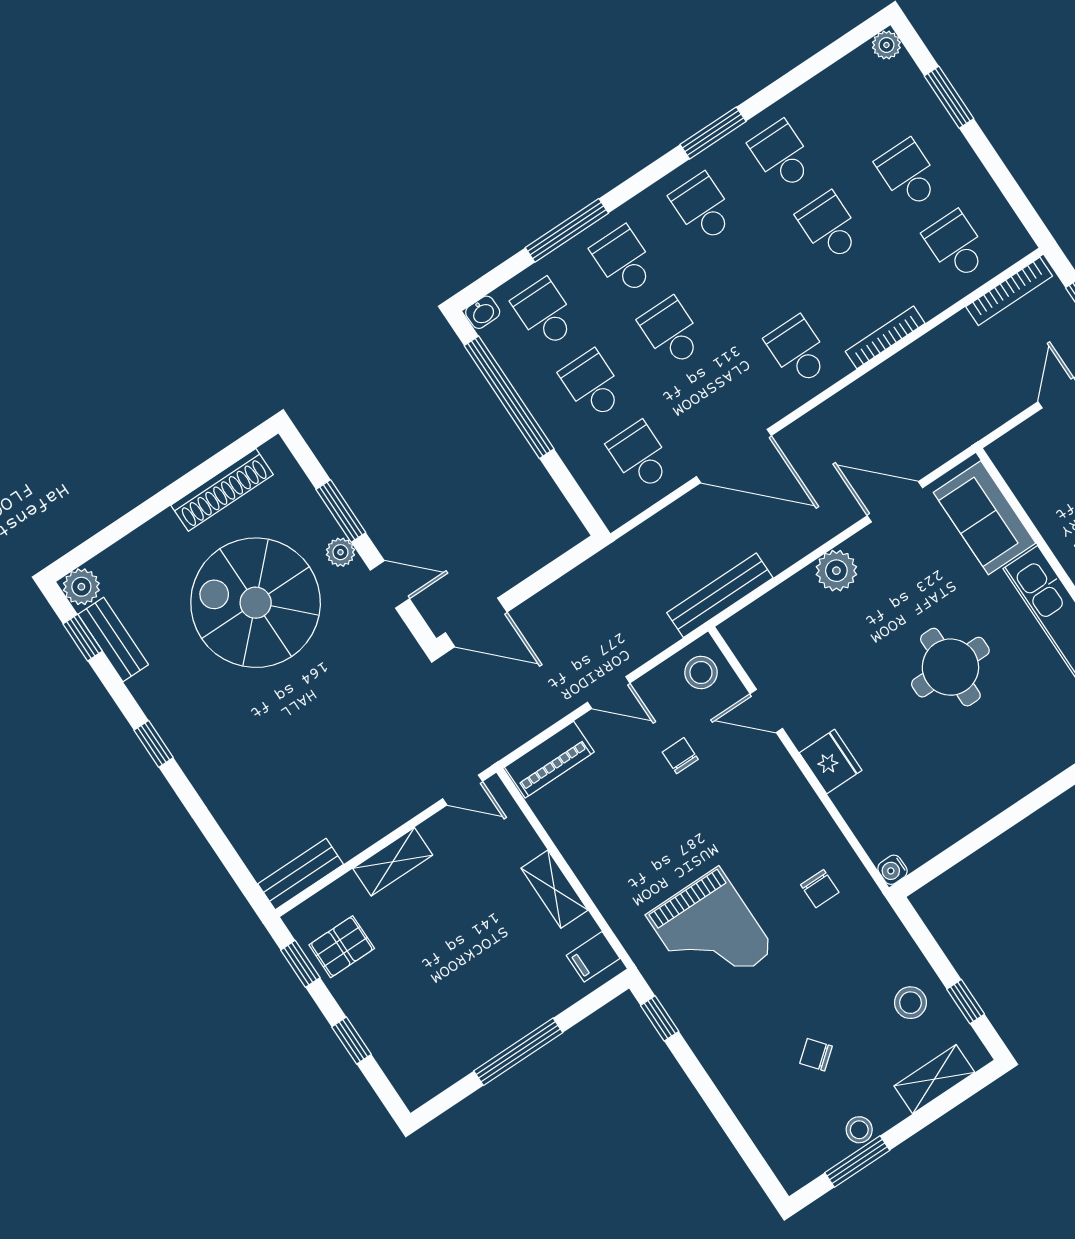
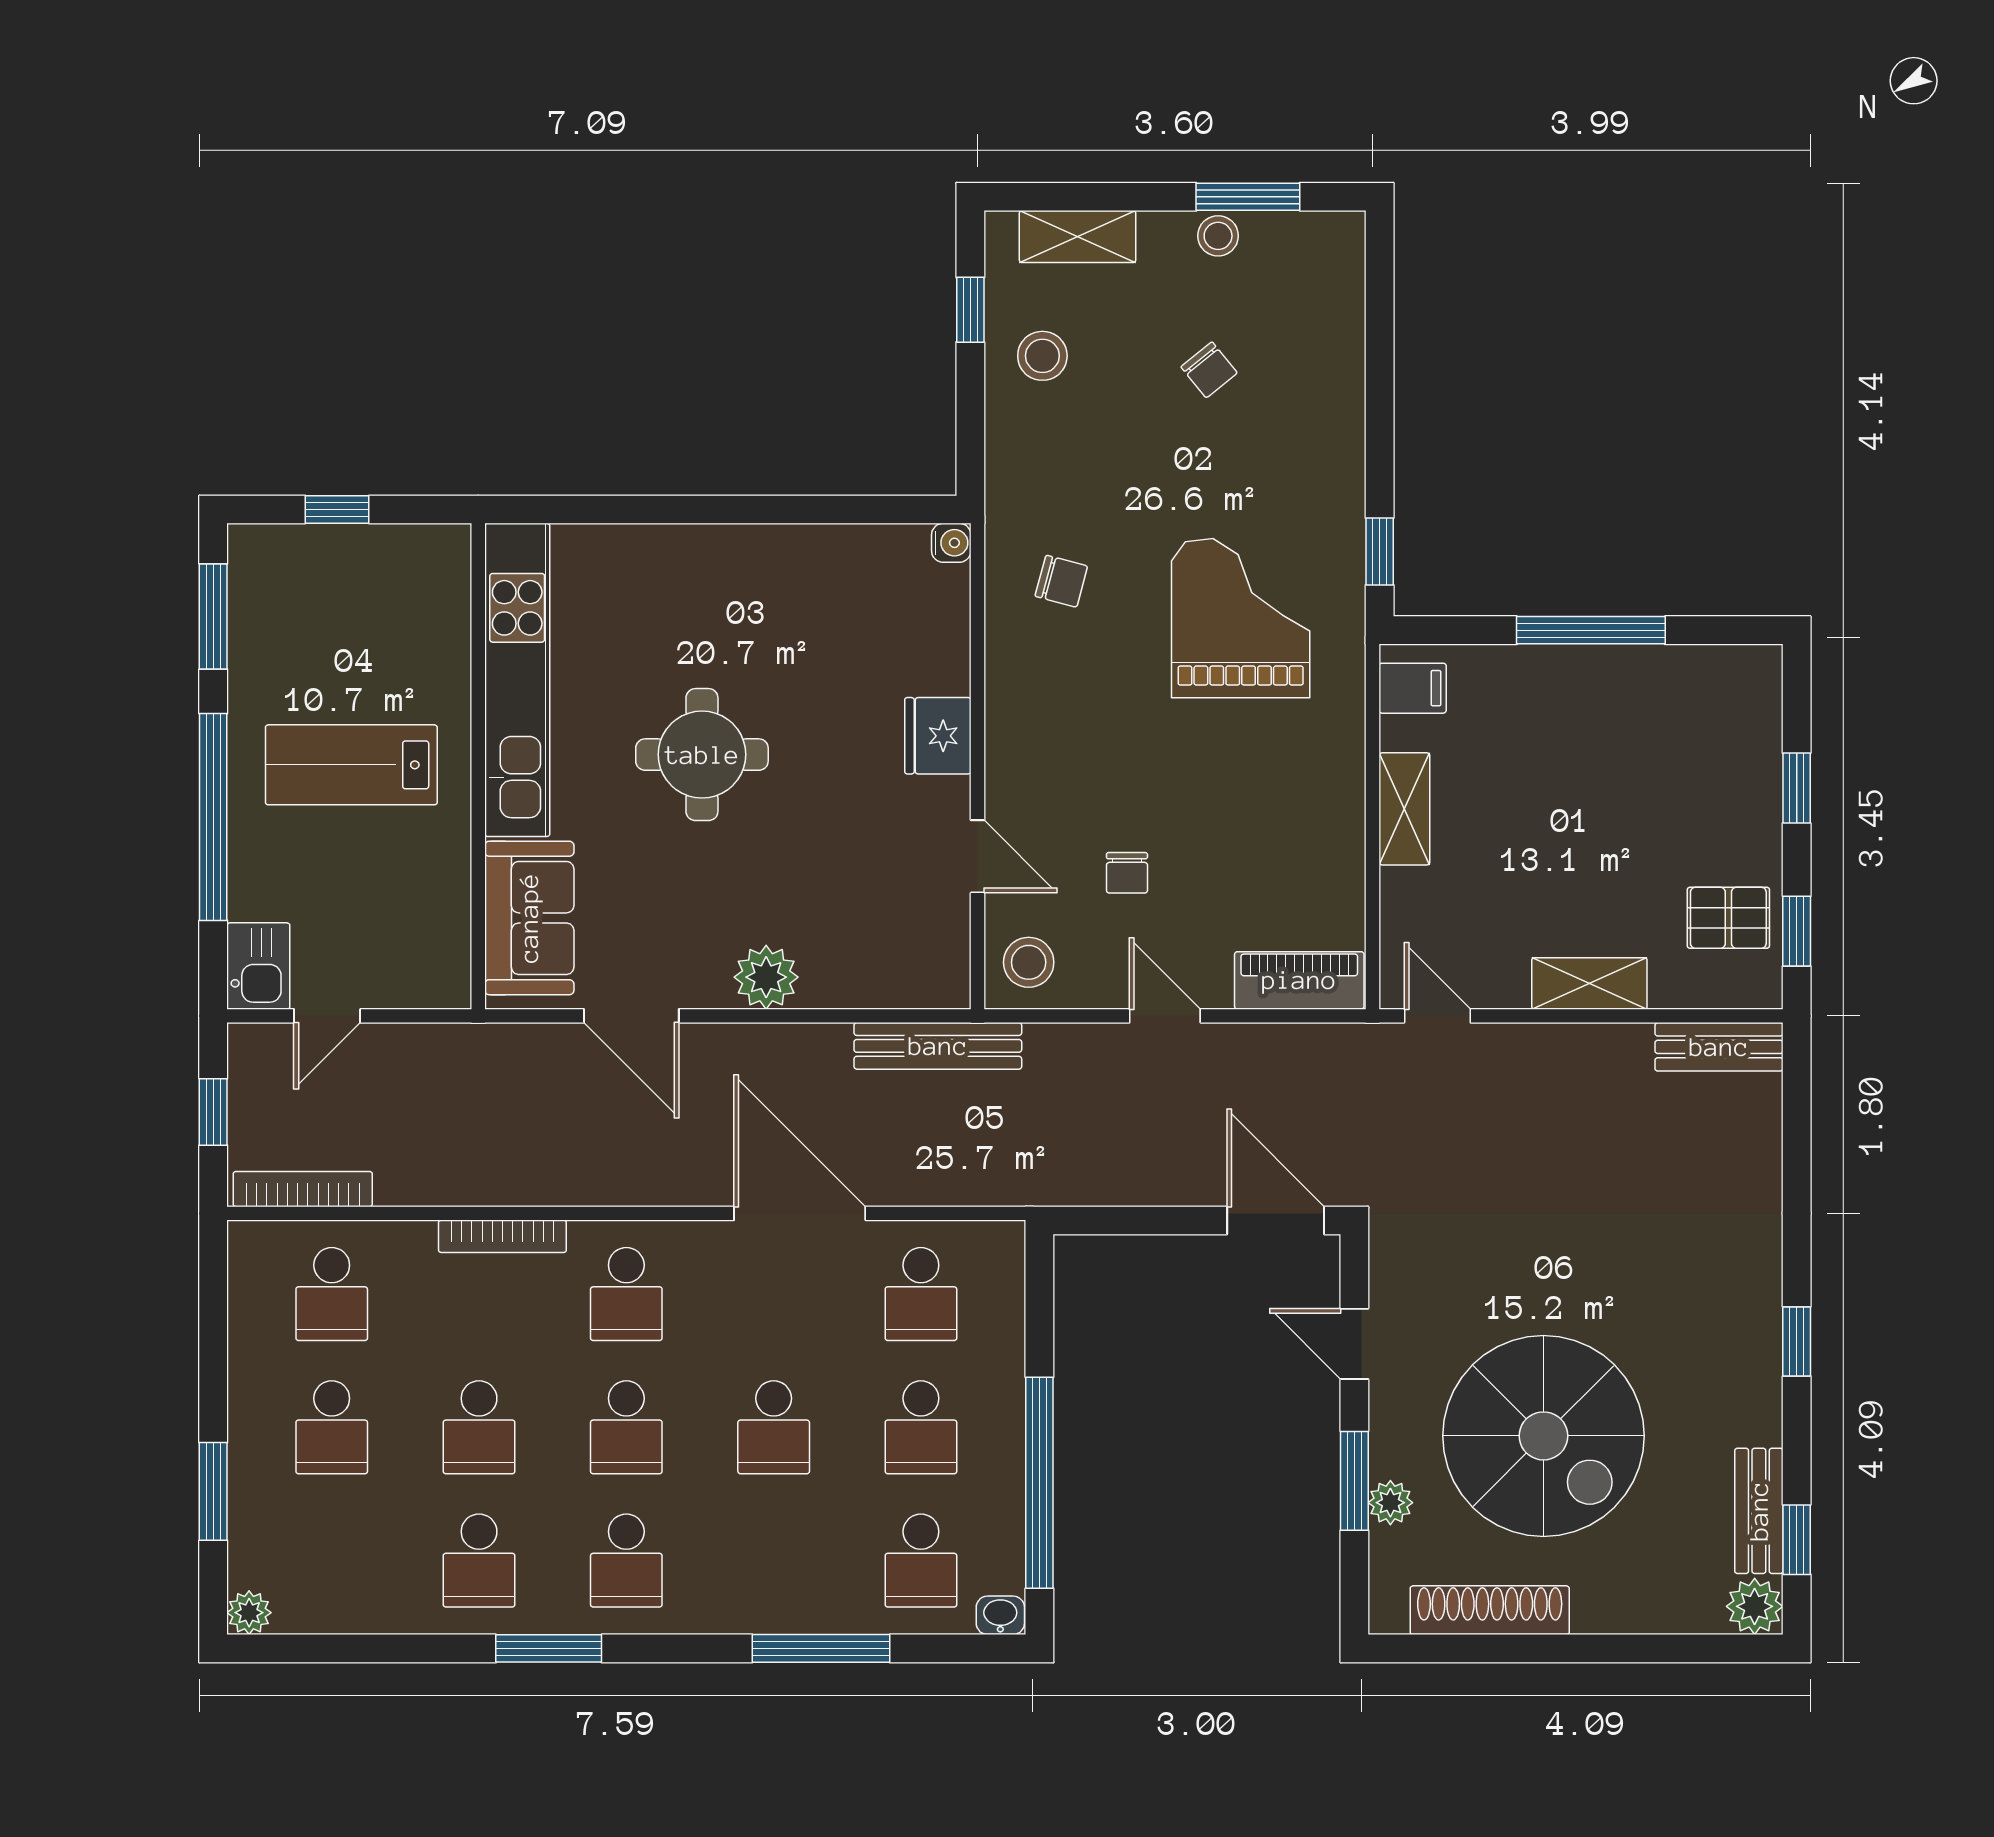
school desk: (624, 261) -> (626, 1427), moved
plant: (340, 552) -> (1390, 1503), moved
chair: (820, 889) -> (1061, 581), turned 105

